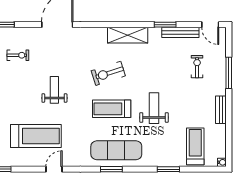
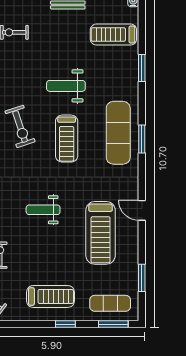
exercise bike: (108, 73) -> (20, 126), moved
treadmill: (36, 136) -> (101, 233), turned 180

